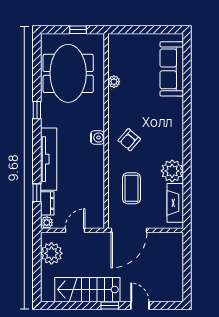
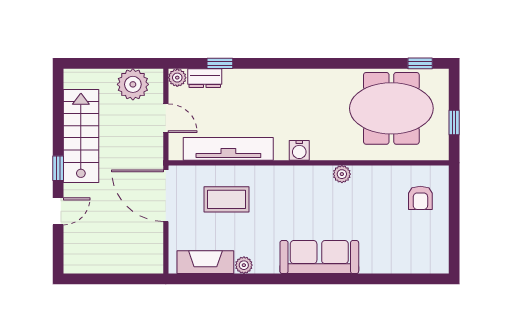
sofa: (172, 69) -> (319, 257), moved
plant: (114, 82) -> (342, 174), moved
window: (37, 110) -> (420, 63), moved
armchair: (129, 140) -> (420, 198), moved, turned -131
tv unit: (49, 159) -> (228, 149), moved, turned 180
plant: (172, 171) -> (244, 265), width x0.53, depth x0.53

